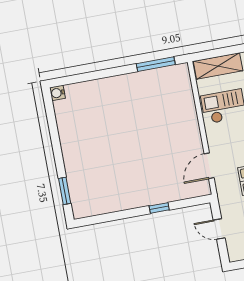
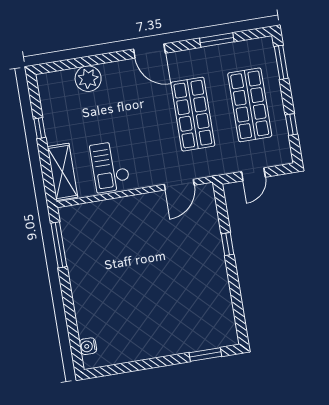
water cooler: (57, 93) -> (88, 346), moved, turned 90
door: (209, 166) -> (179, 185), hinge flipped

